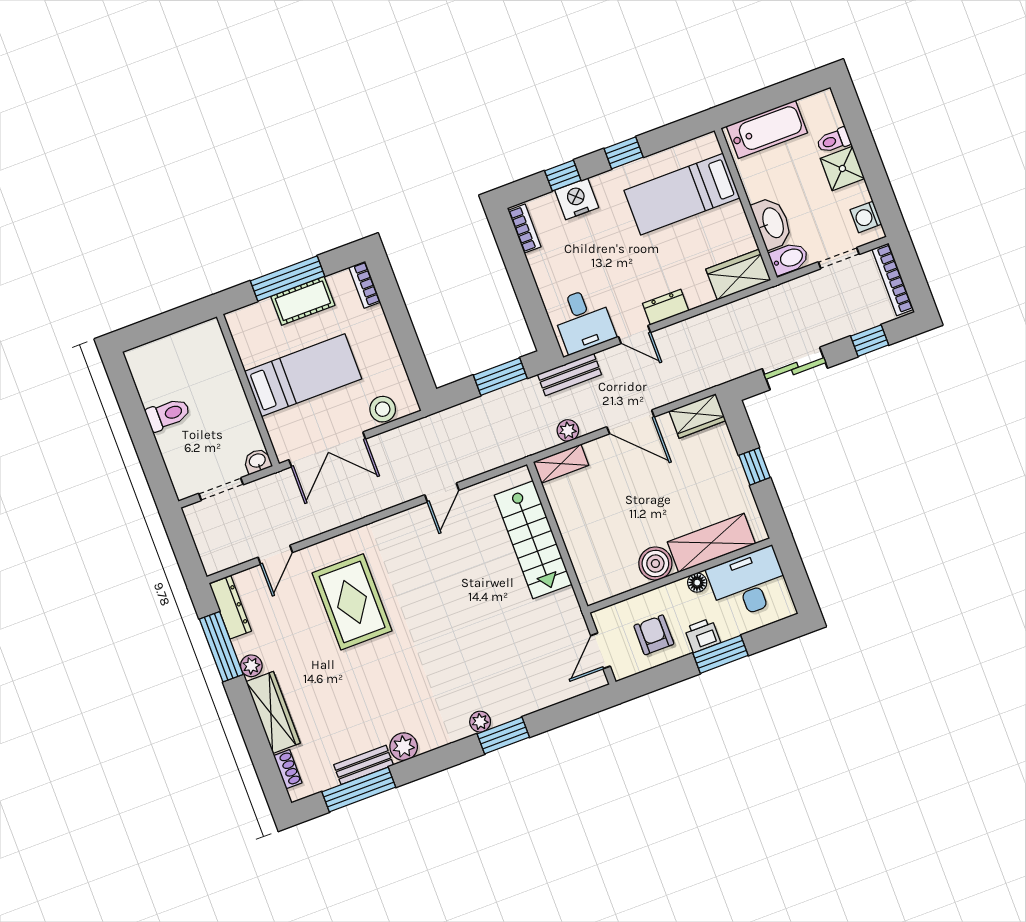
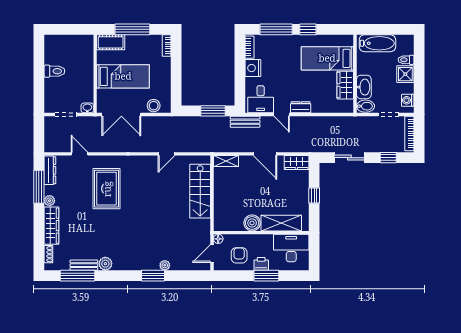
window: (563, 176) -> (276, 29), width x2.17
nightstand: (577, 199) -> (253, 68), moved, turned -90
wardrobe: (738, 275) -> (345, 85), moved, turned -90
cot: (303, 301) -> (111, 42), moved
plant: (568, 430) -> (235, 147), removed
door: (275, 555) -> (79, 154), swing flipped
floor lamp: (697, 583) -> (218, 239), moved
plant: (480, 722) -> (165, 265), moved

